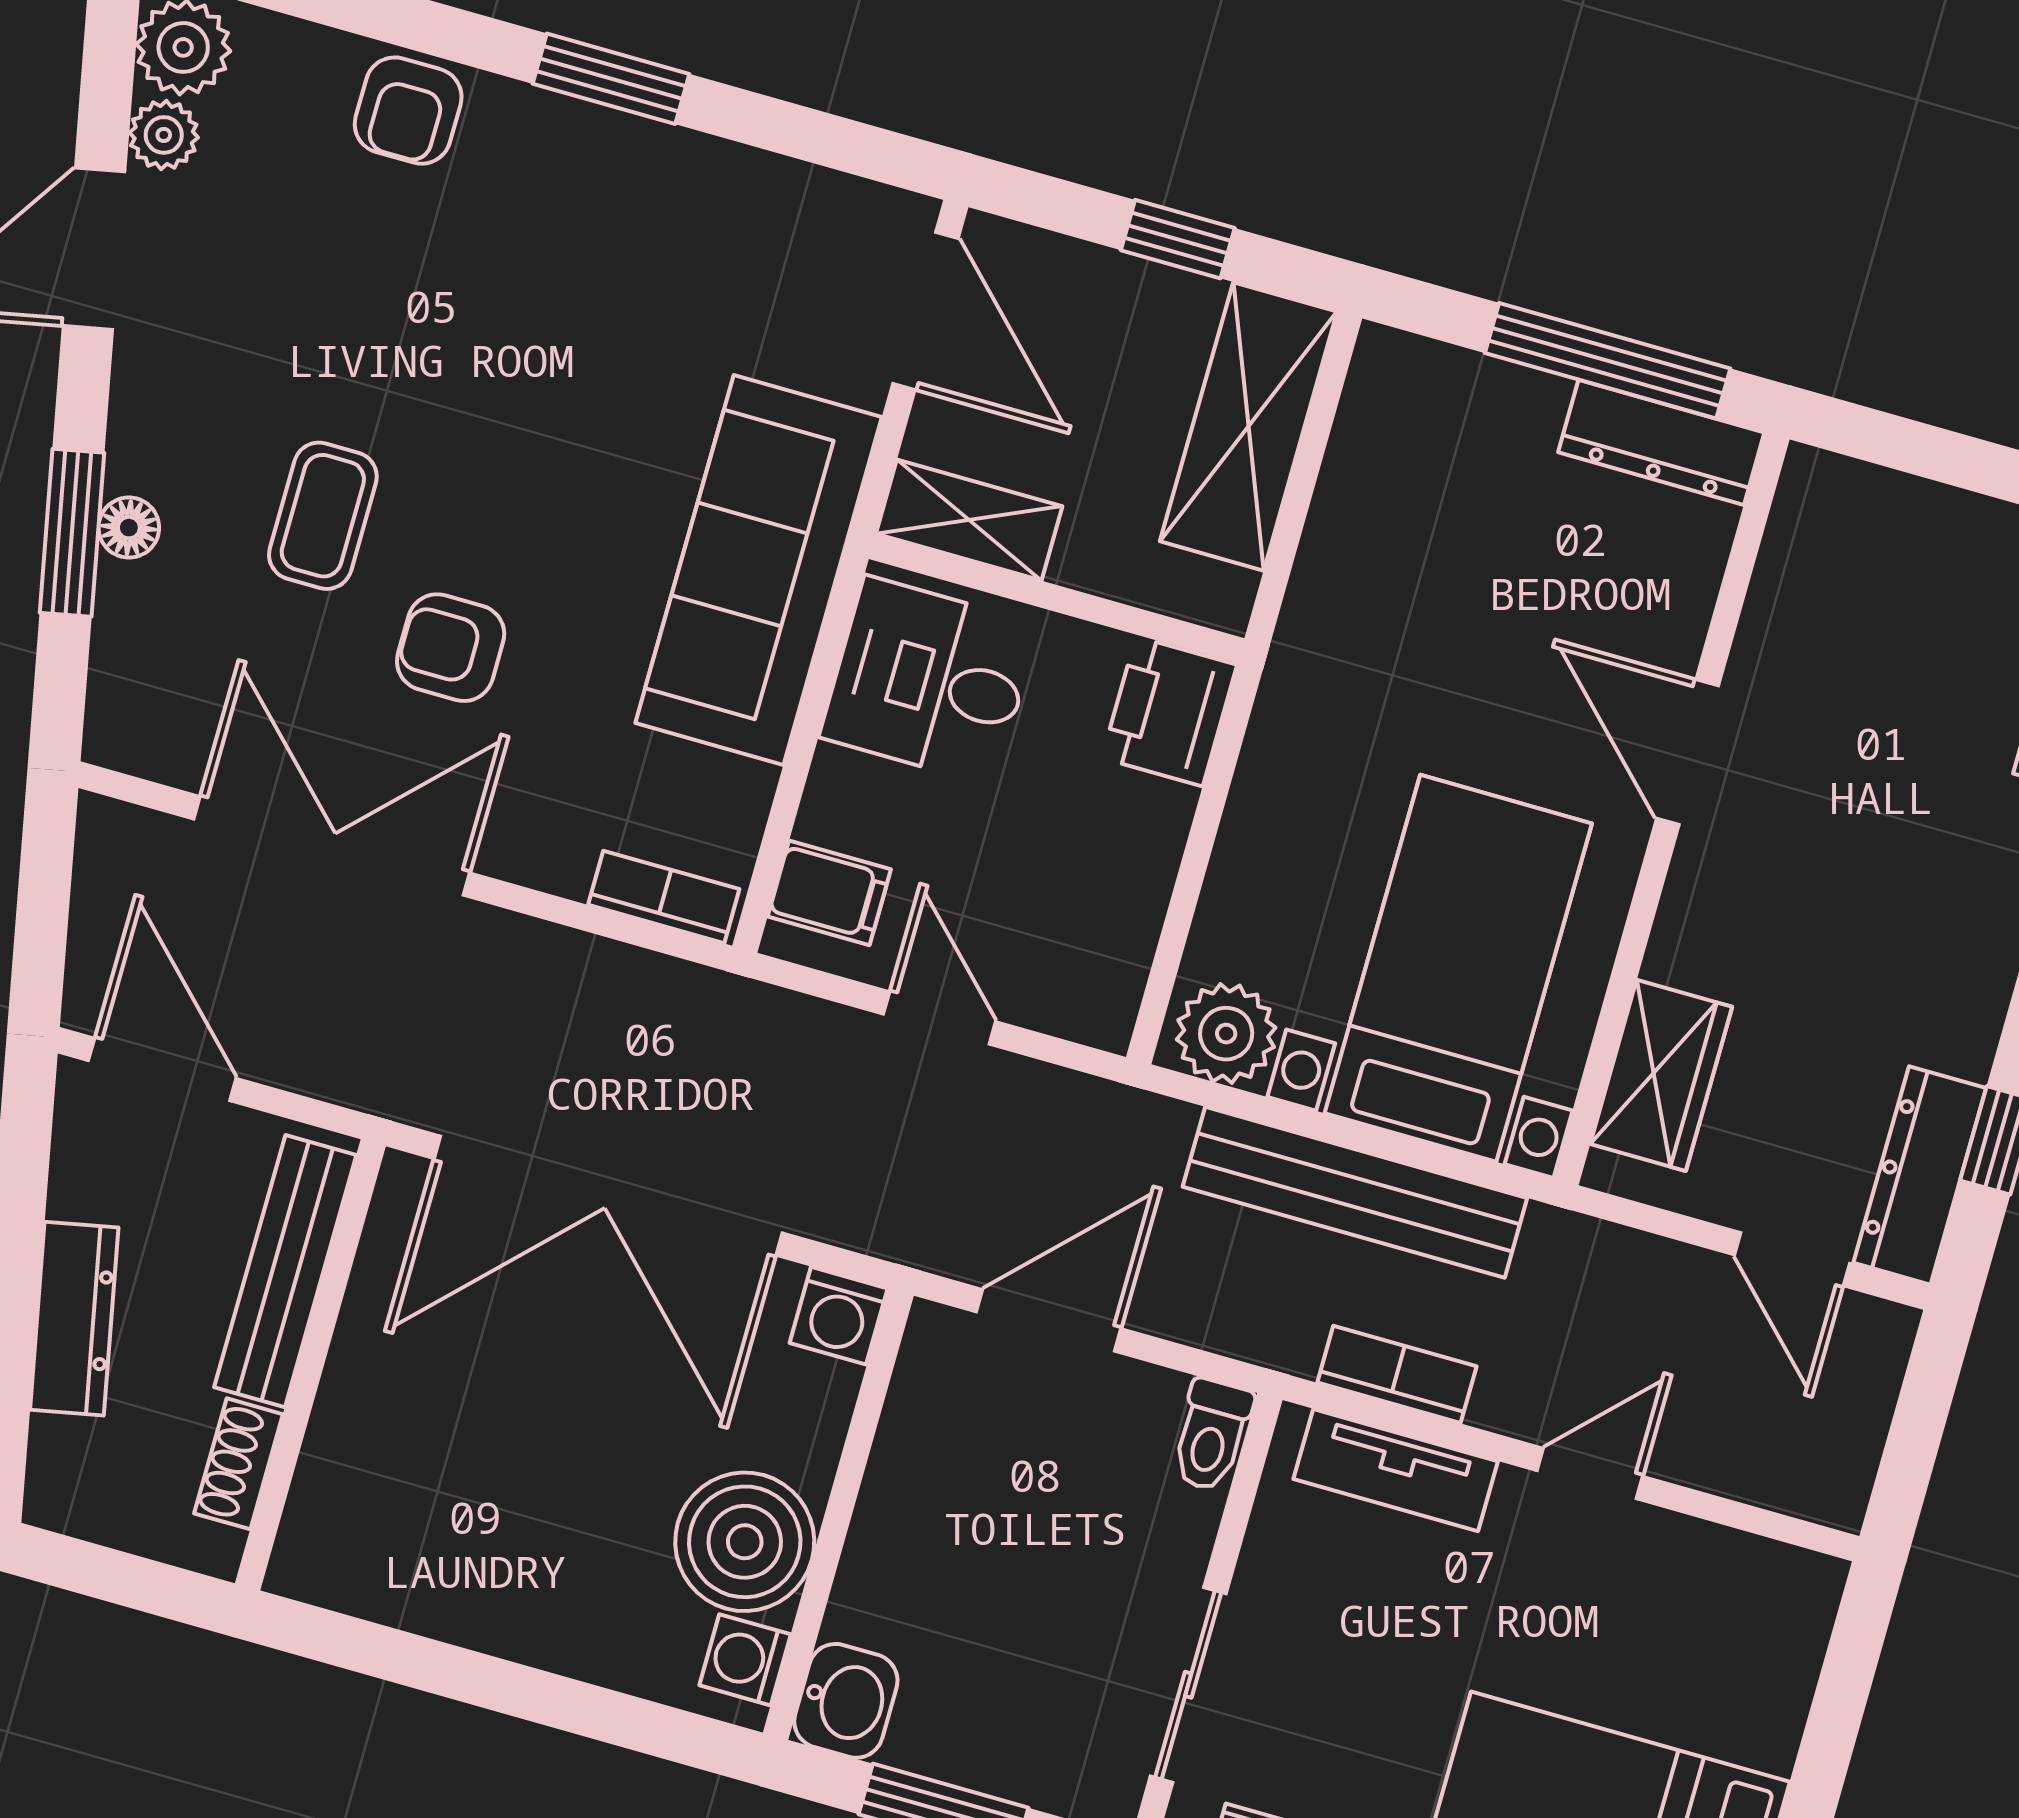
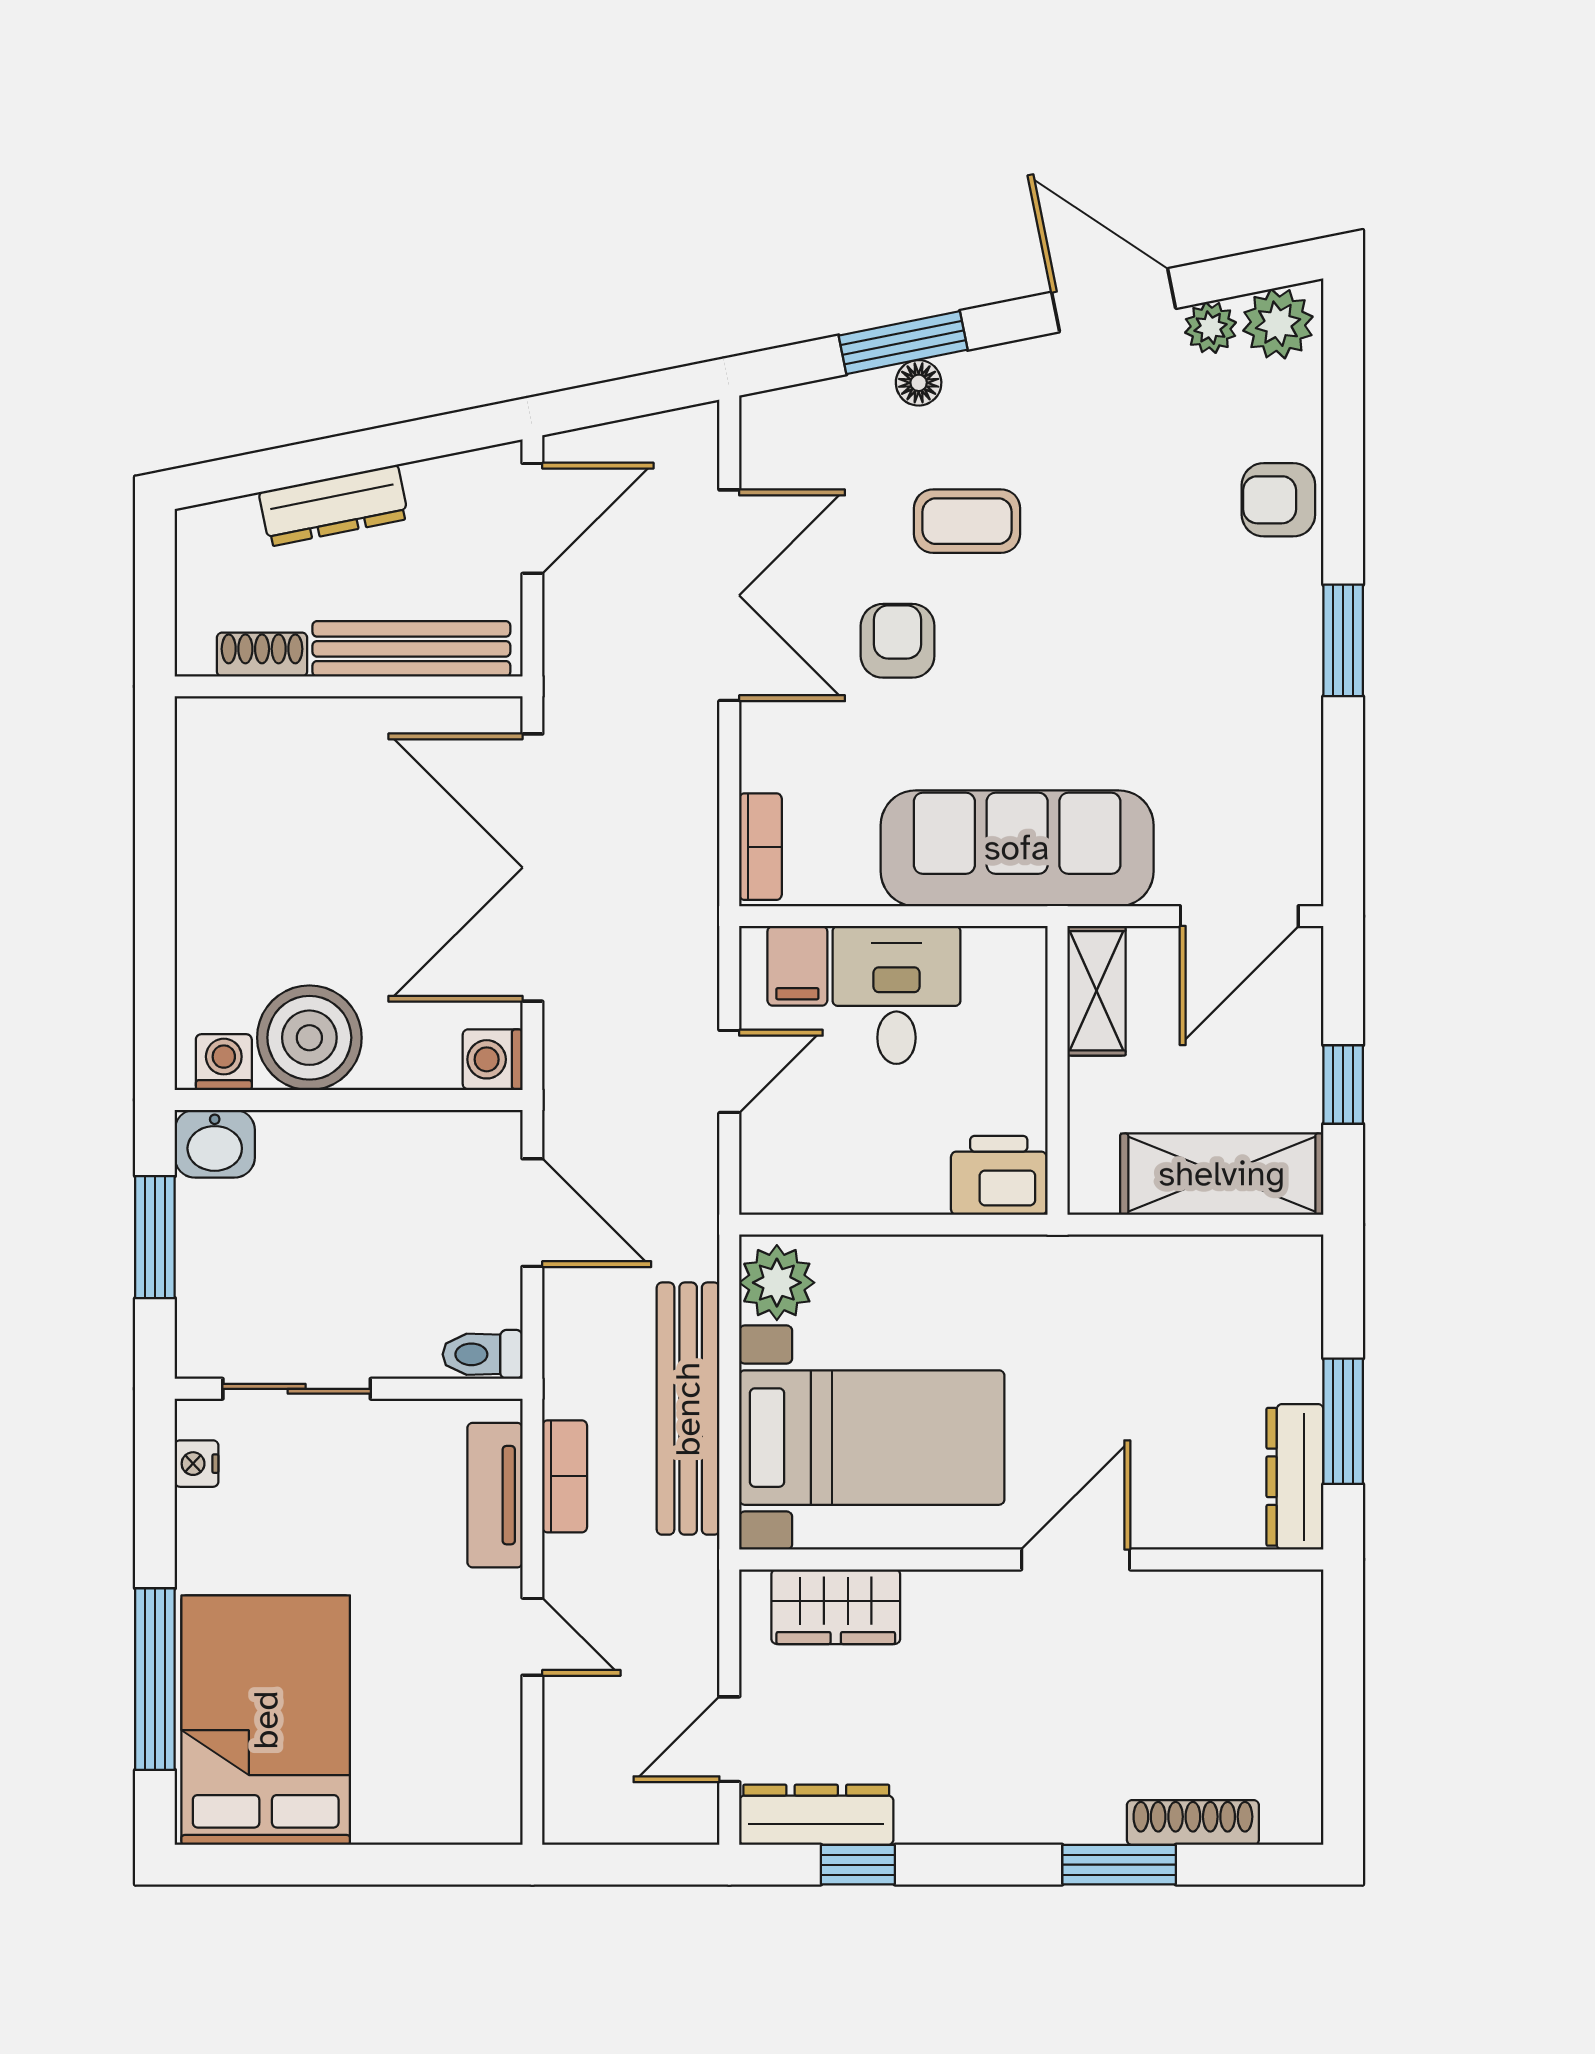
window: (1608, 361) -> (1343, 1421), width x0.69
desk: (929, 681) -> (896, 995), moved

